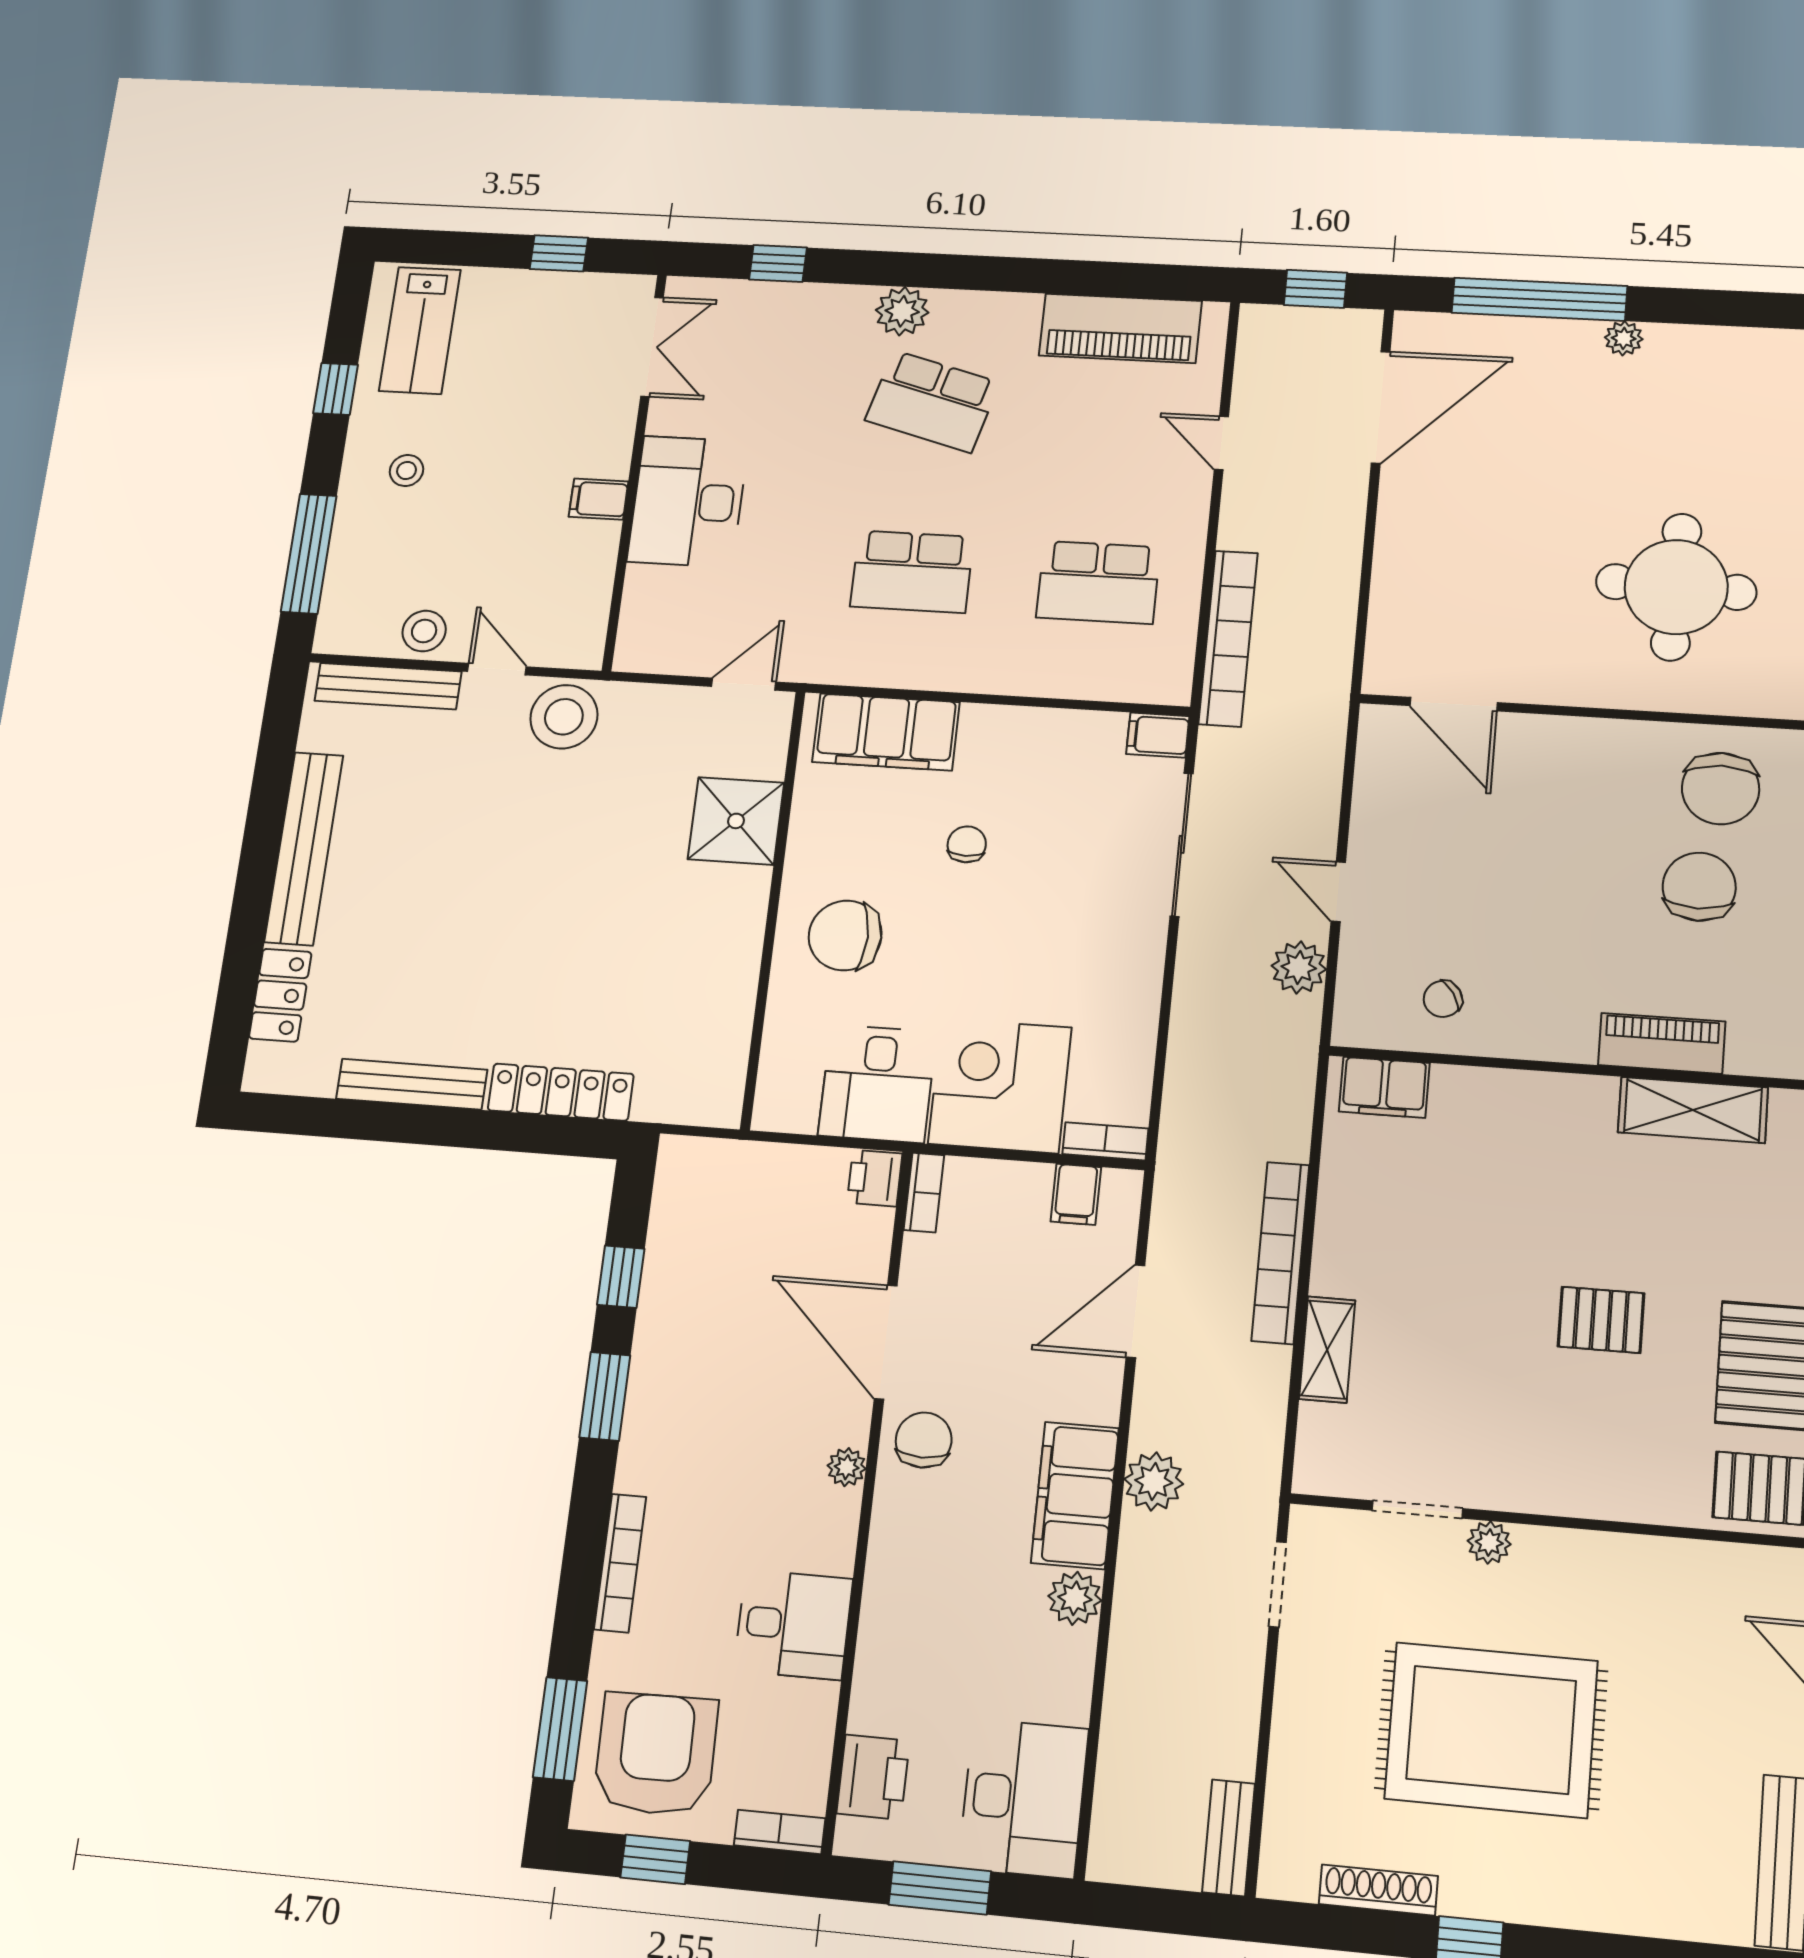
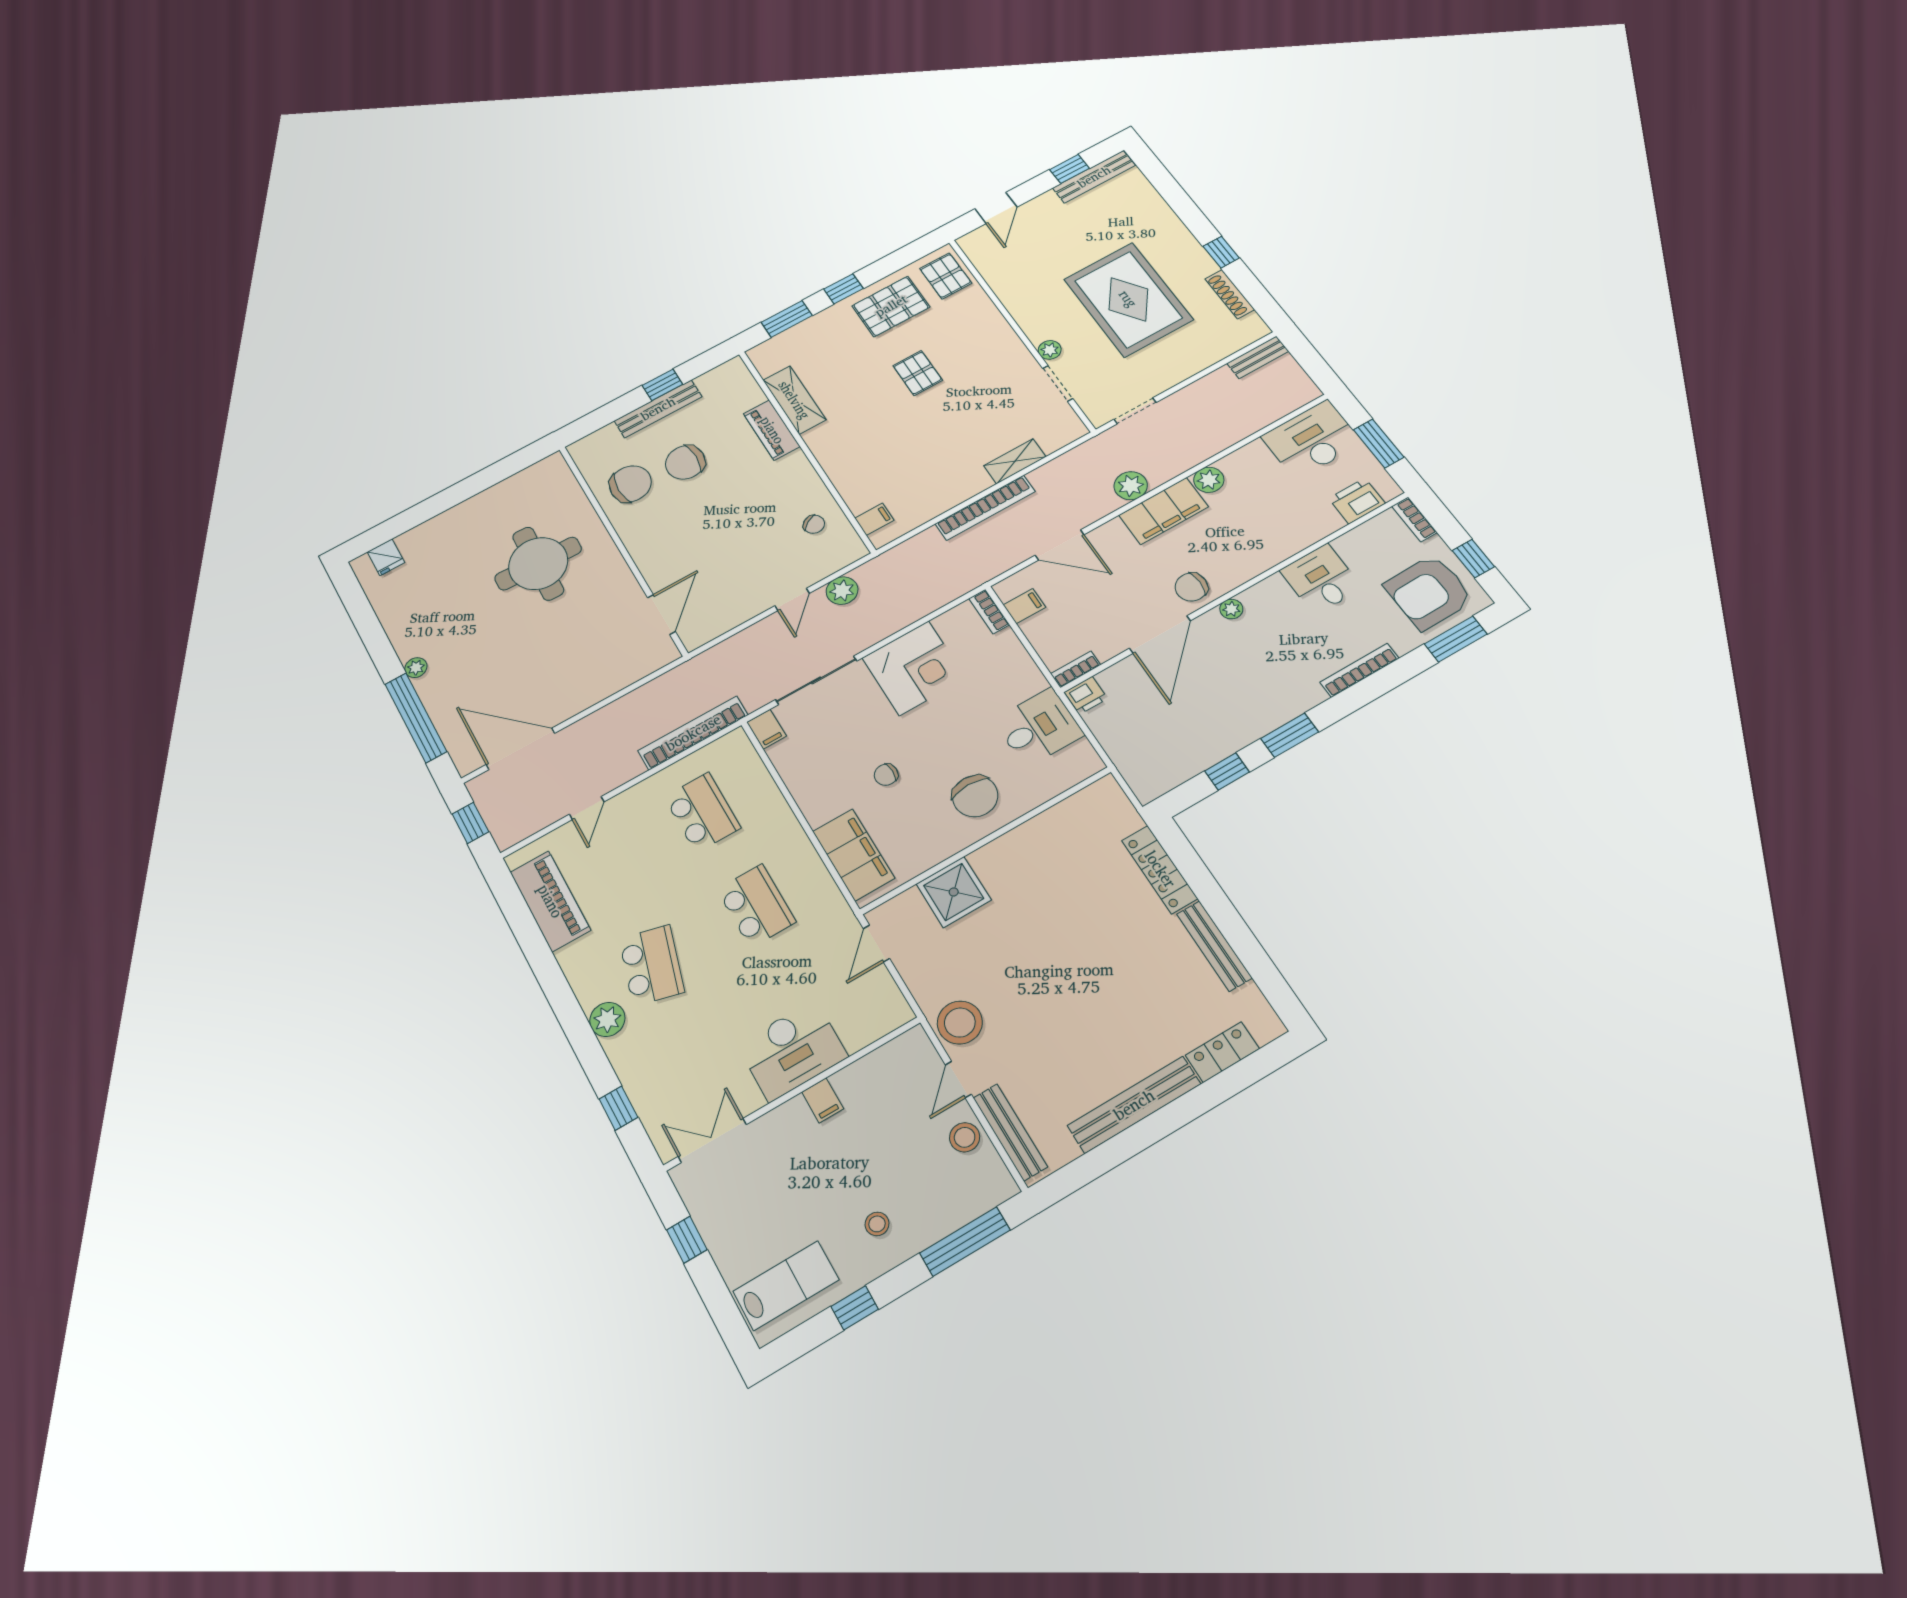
door: (744, 684) -> (877, 944), hinge flipped
corner desk: (1000, 1086) -> (914, 668), moved, turned -90
filing cabinet: (1384, 1087) -> (874, 519), width x0.50

